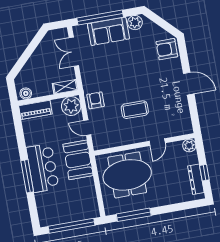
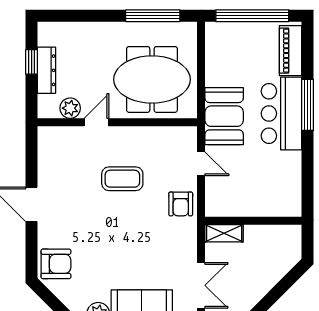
boiler: (26, 93) -> (287, 234), removed
plant: (71, 106) -> (220, 202), removed
piano: (35, 110) -> (290, 51), moved, turned -90
plant: (189, 146) -> (70, 108), moved
dresser: (196, 179) -> (46, 70), moved

